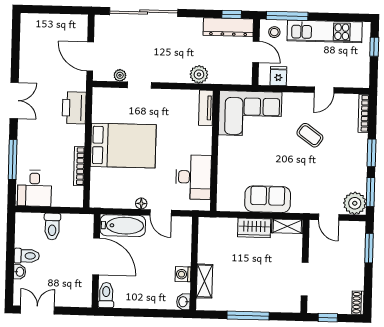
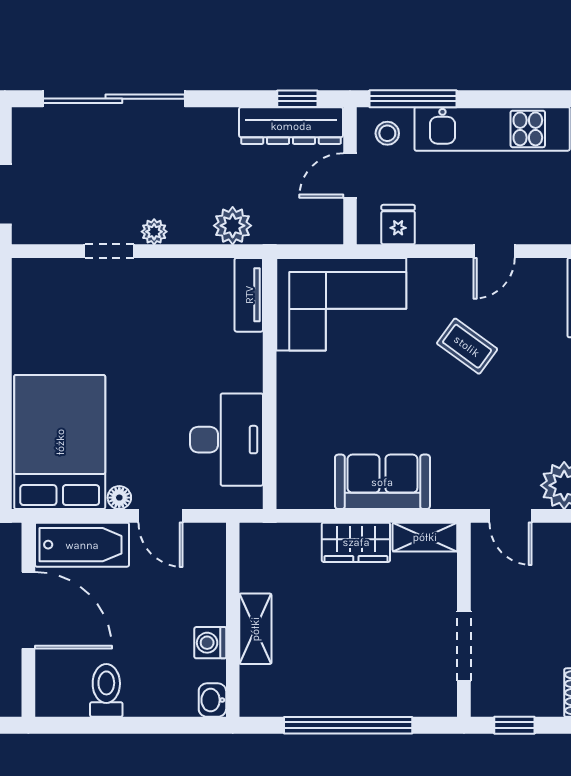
door: (256, 52) -> (350, 175), swing flipped
plant: (120, 75) -> (154, 232), moved
bed: (123, 146) -> (60, 442), moved, turned -90
shelving: (204, 281) -> (255, 629), moved
toilet: (106, 295) -> (106, 690), moved
window: (248, 316) -> (348, 725), width x1.46

